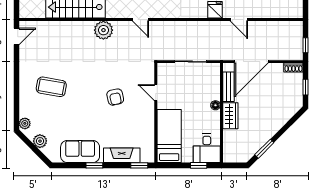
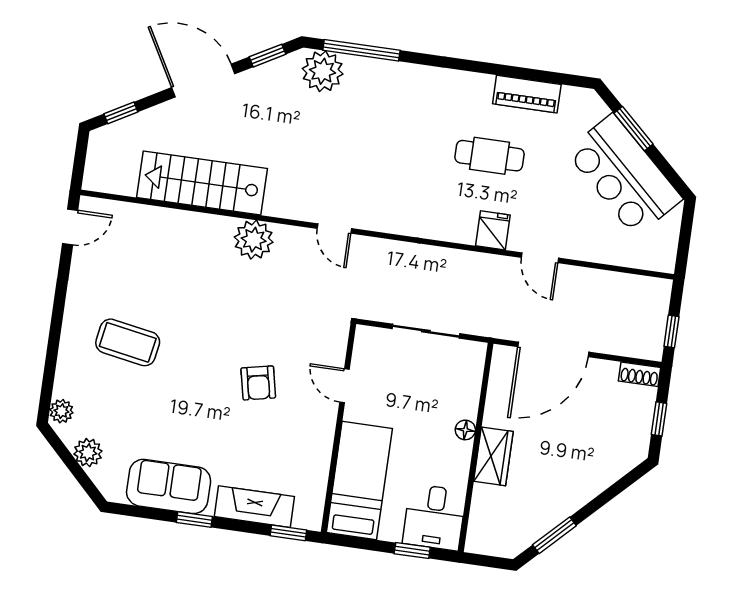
bench: (229, 87) -> (498, 395), removed

